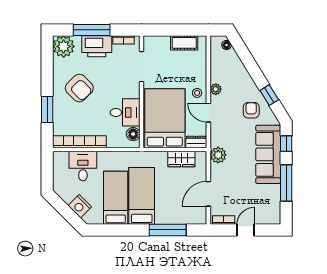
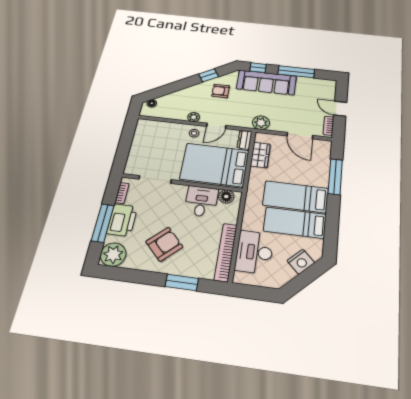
cot: (184, 43) -> (140, 138), removed
desk: (83, 166) -> (254, 252), width x1.37

